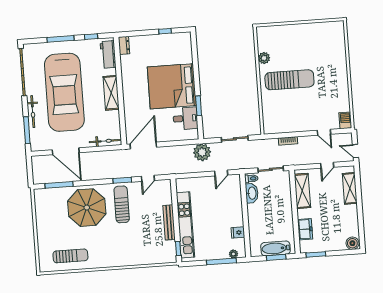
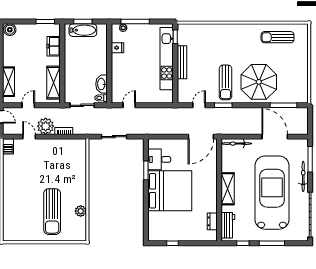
dresser: (124, 45) -> (212, 221), moved
sun lounger: (289, 80) -> (52, 212), moved, turned -90
plant: (202, 152) -> (46, 126), moved

